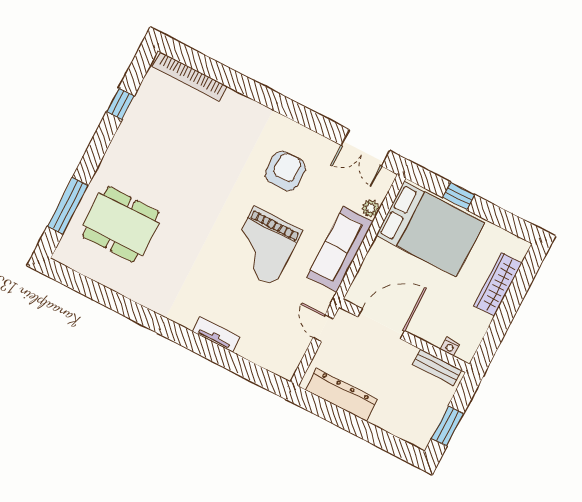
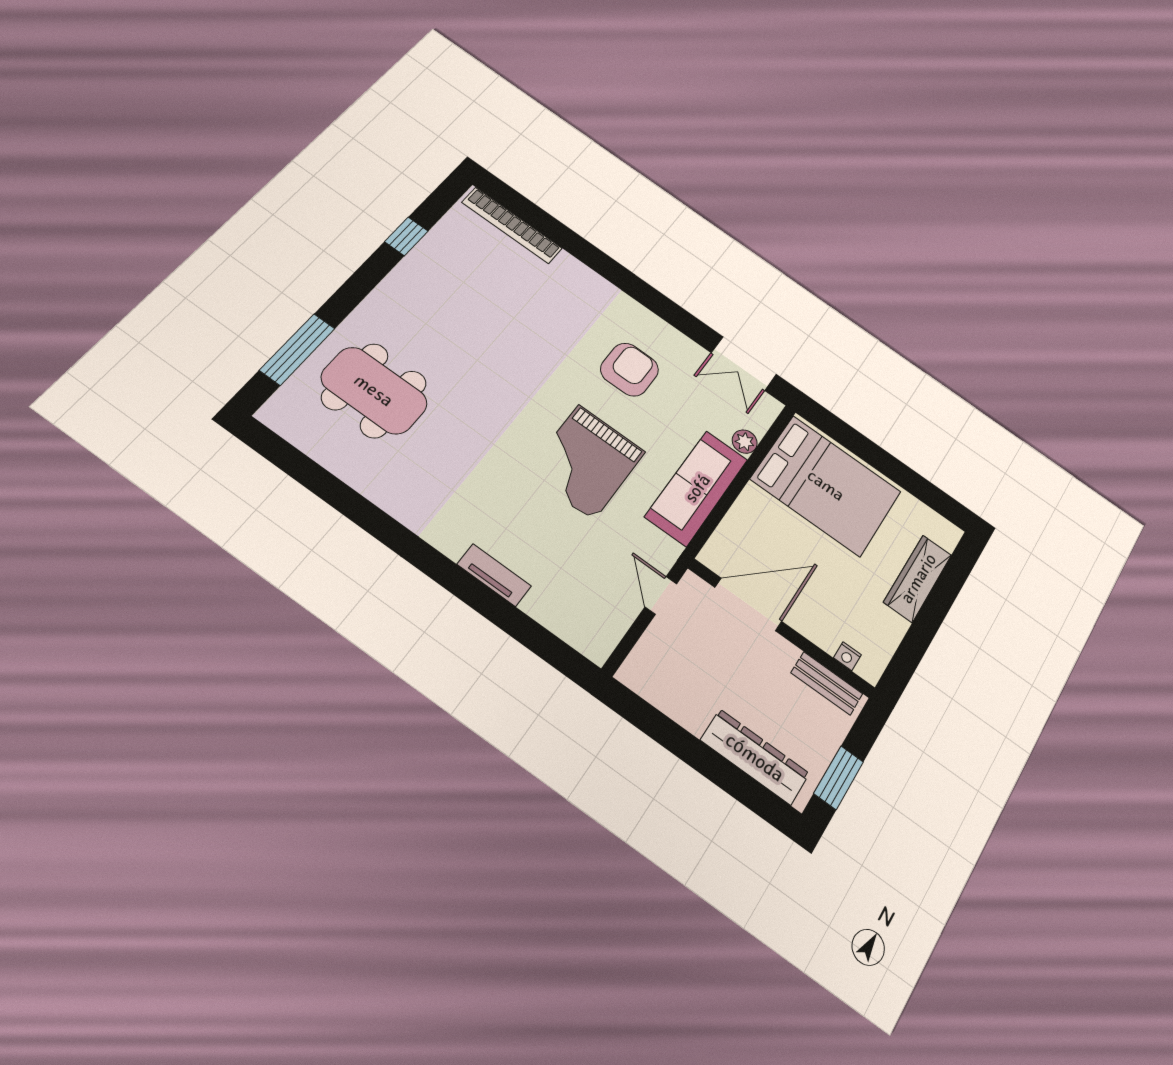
window: (459, 196) -> (867, 450), removed
dresser: (341, 395) -> (755, 757), moved

